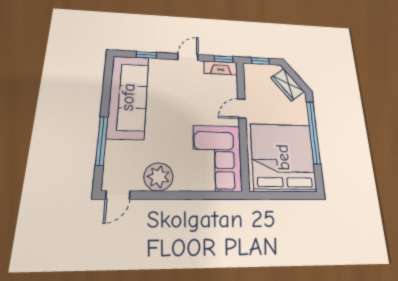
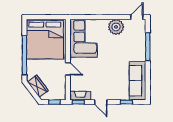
door: (188, 57) -> (101, 102), hinge flipped
sofa: (128, 97) -> (138, 81), width x0.74, depth x0.79
door: (242, 109) -> (68, 69), hinge flipped

